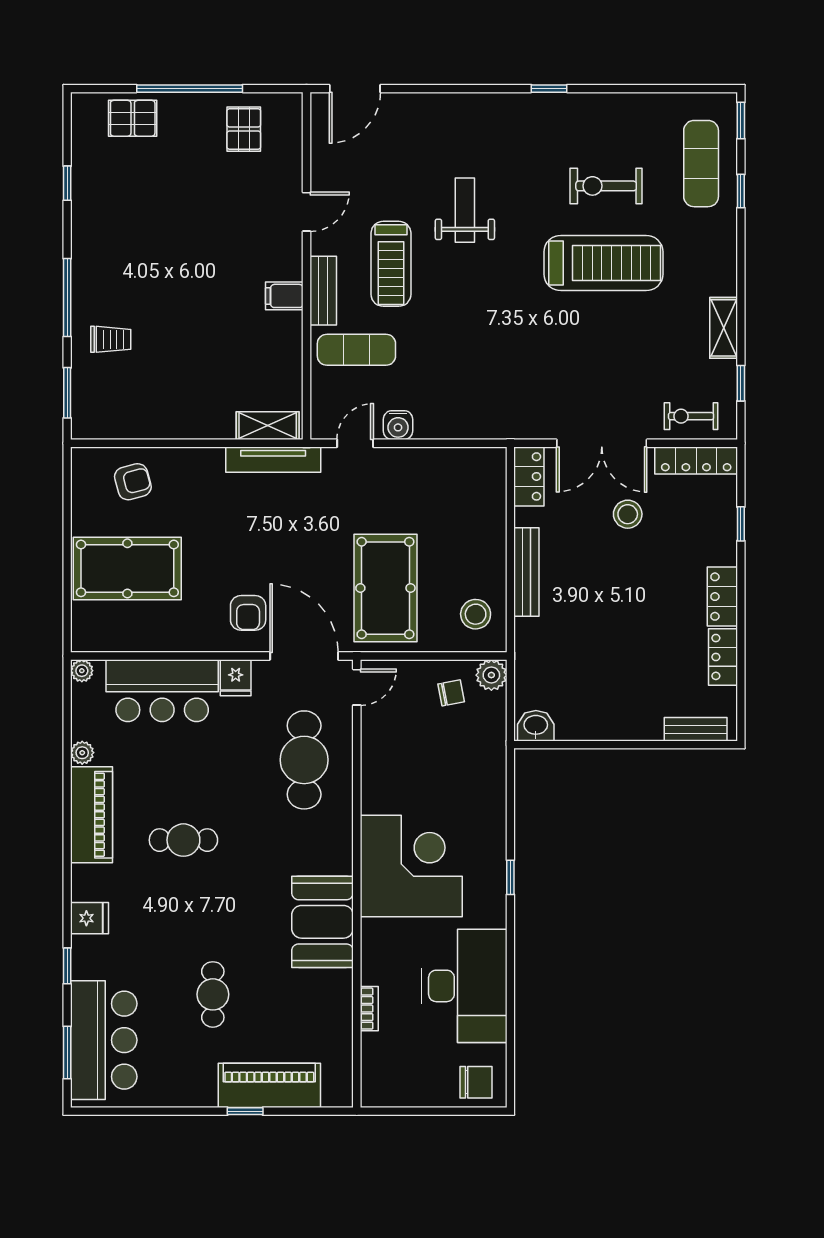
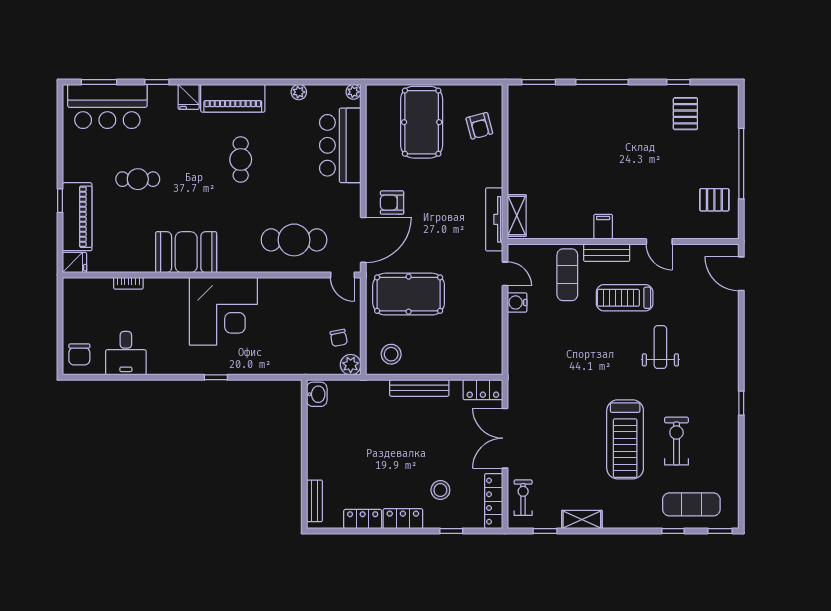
pallet: (133, 118) -> (685, 114), moved
weight bench: (465, 210) -> (660, 347), turned -90
trolley: (111, 339) -> (574, 111), removed
stool: (628, 514) -> (440, 490), moved
fridge: (236, 678) -> (75, 262), moved, turned 180
piano: (92, 815) -> (233, 98), moved
desk: (464, 986) -> (126, 353), width x0.53, depth x0.77

